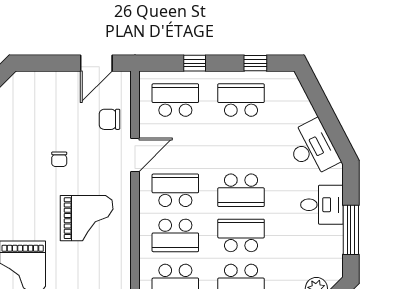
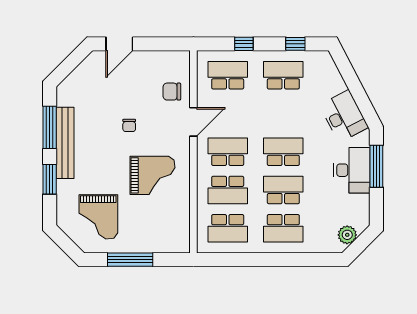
door: (96, 63) -> (119, 44), moved
school desk: (241, 190) -> (283, 152), turned 180
desk: (322, 205) -> (352, 170), width x1.37
window: (351, 230) -> (376, 166), moved

